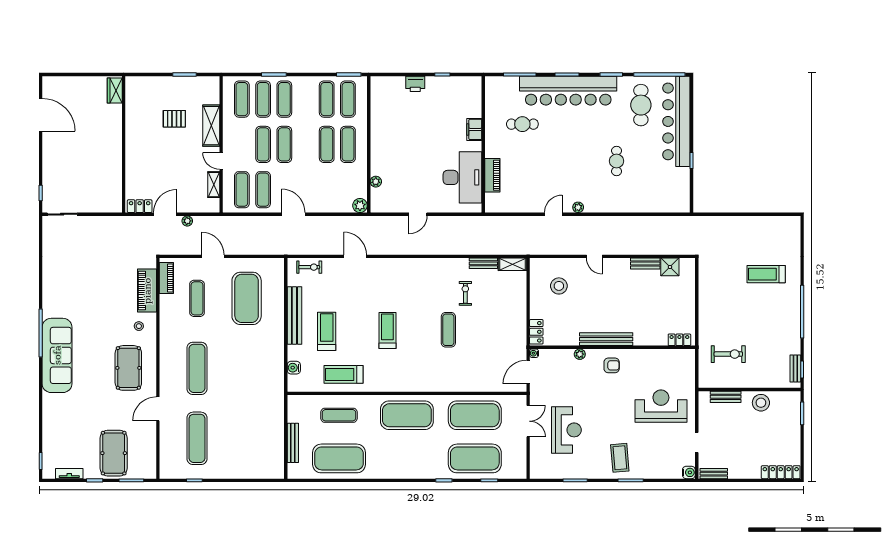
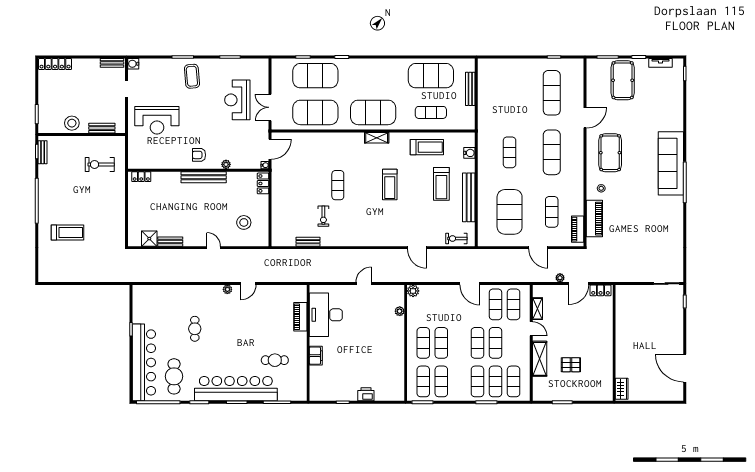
shelving: (512, 264) -> (377, 138), moved
exercise mat: (247, 368) -> (510, 152), added

